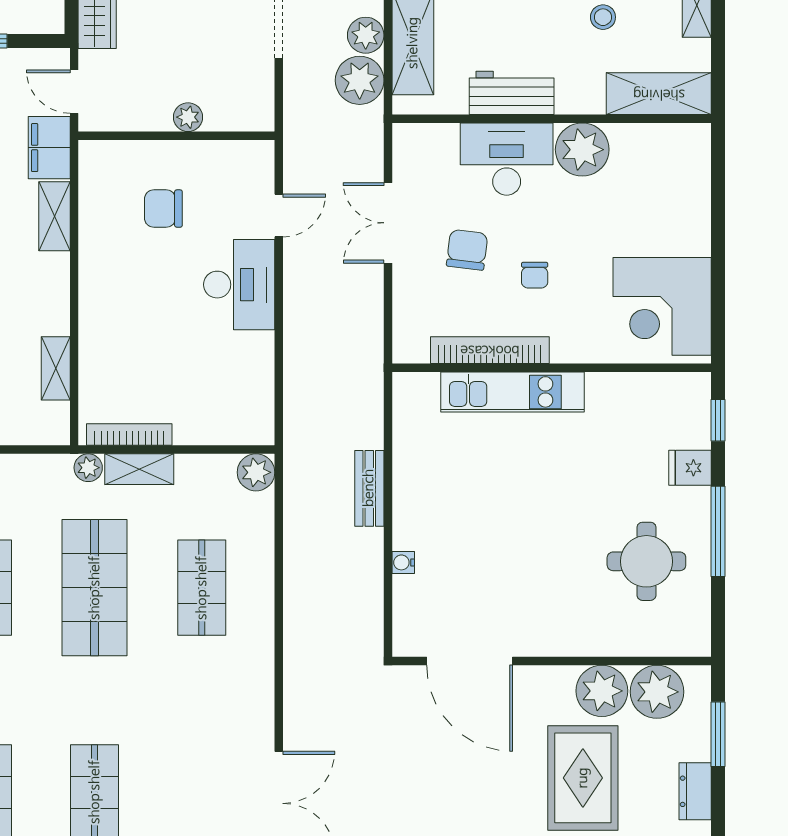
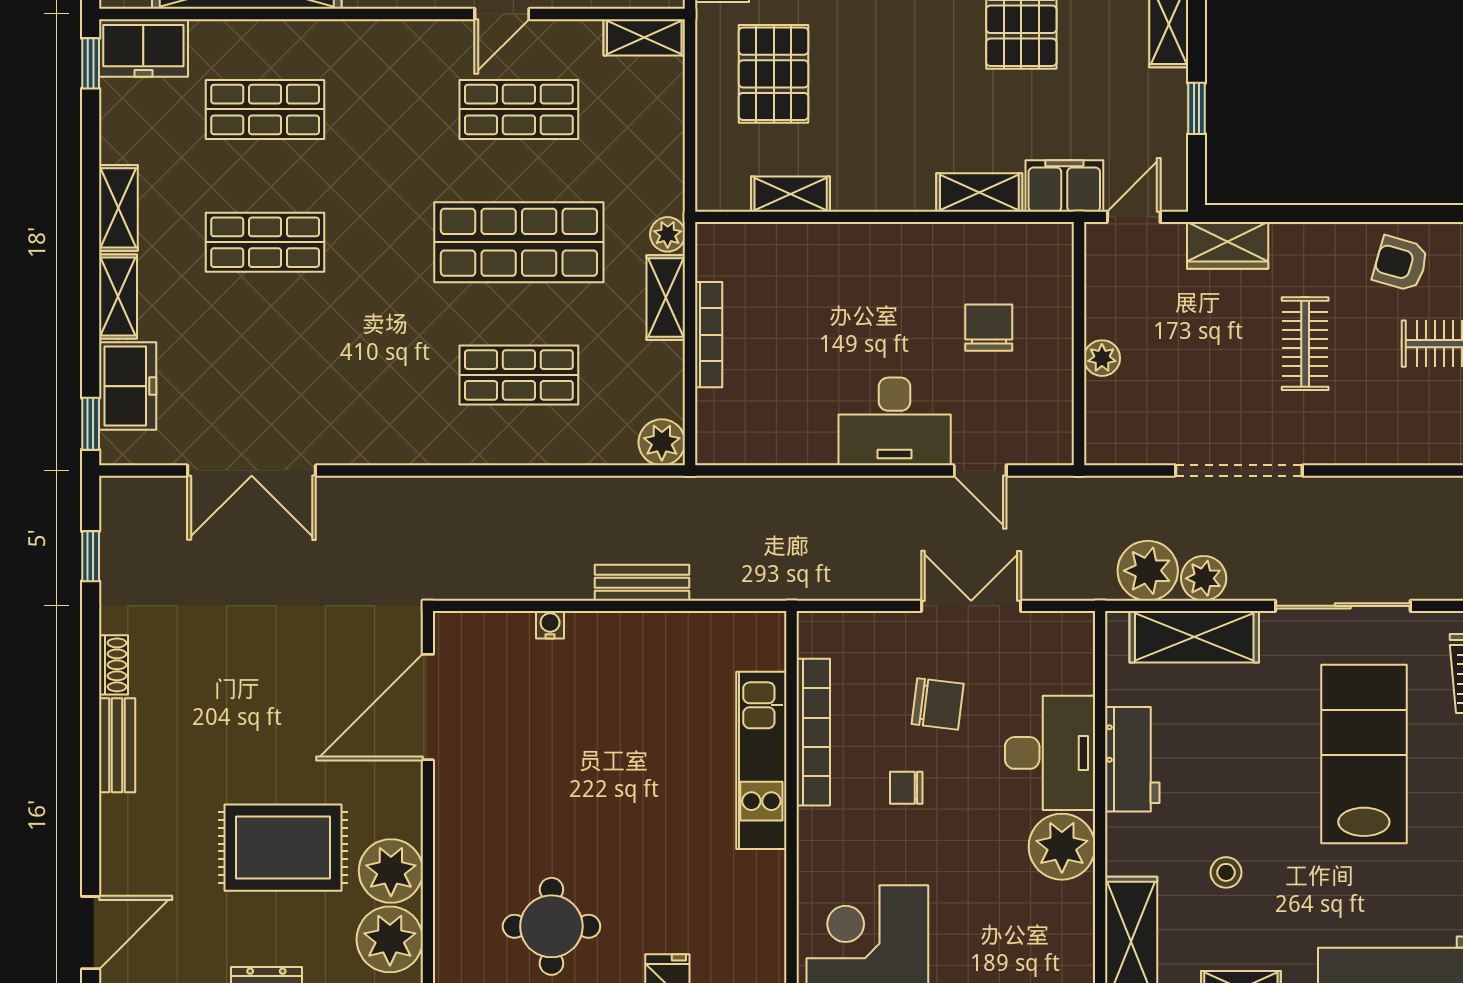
bookcase: (129, 435) -> (709, 335), moved

